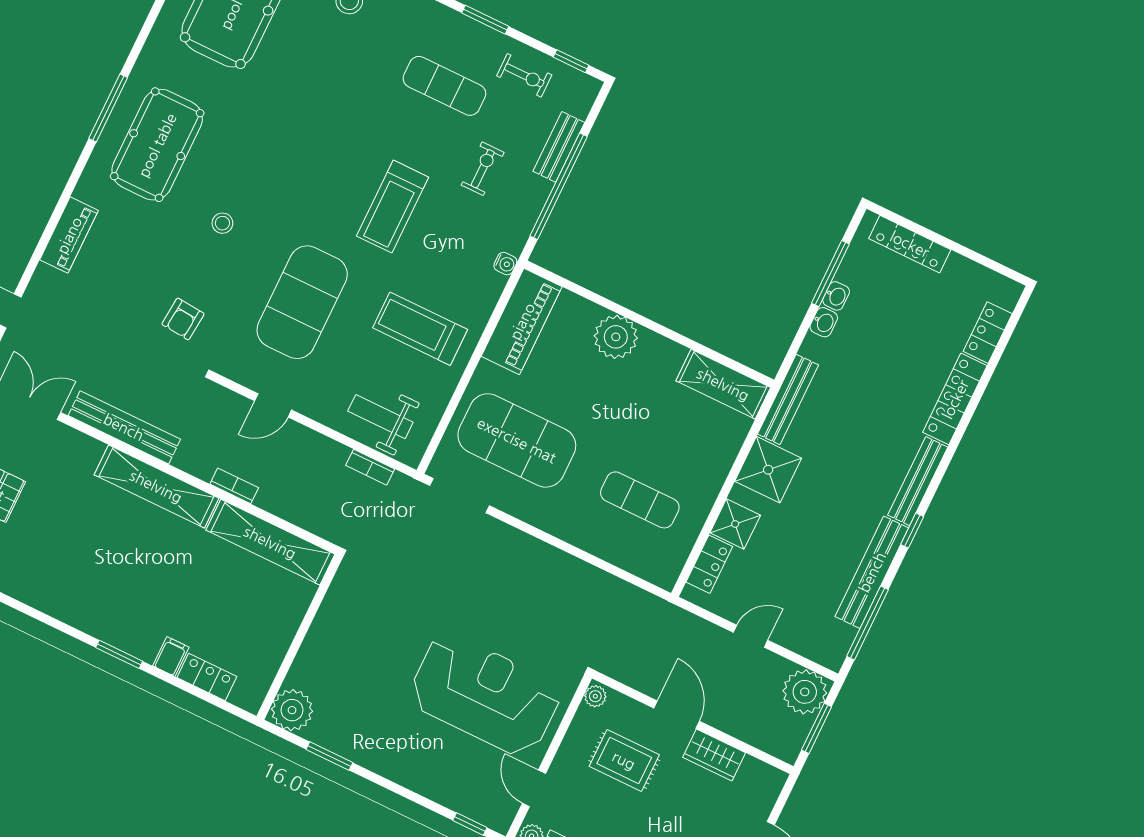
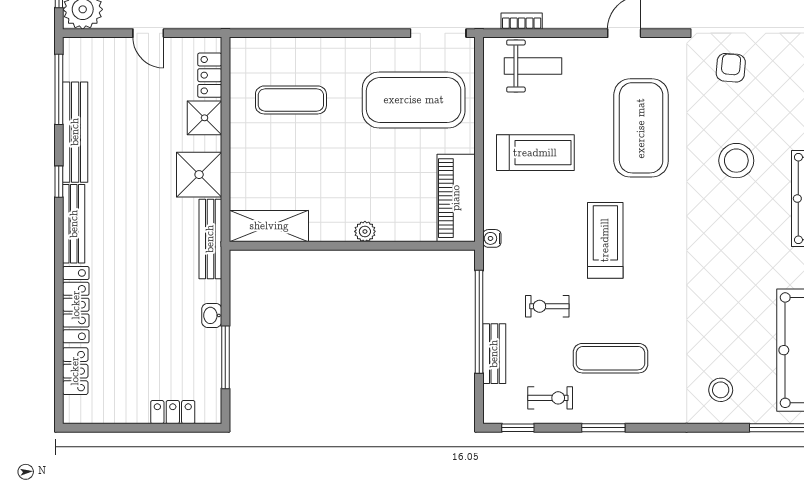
exercise bike: (524, 75) -> (550, 398), turned 180
exercise bike: (483, 169) -> (547, 306), turned 90
stool: (222, 223) -> (736, 161), width x1.89, depth x1.89
locker: (910, 244) -> (173, 412), width x0.66
washbasin: (836, 296) -> (212, 341), removed
plant: (616, 337) -> (365, 231), width x0.53, depth x0.53
door: (751, 636) -> (148, 33), hinge flipped

